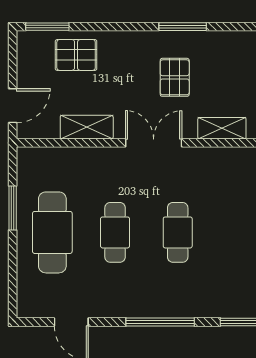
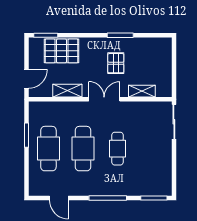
pallet: (76, 55) -> (62, 51), width x1.50, depth x1.42
cafe table: (115, 232) -> (83, 149), width x1.37, depth x1.35

